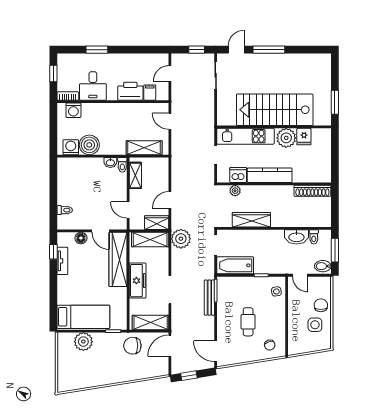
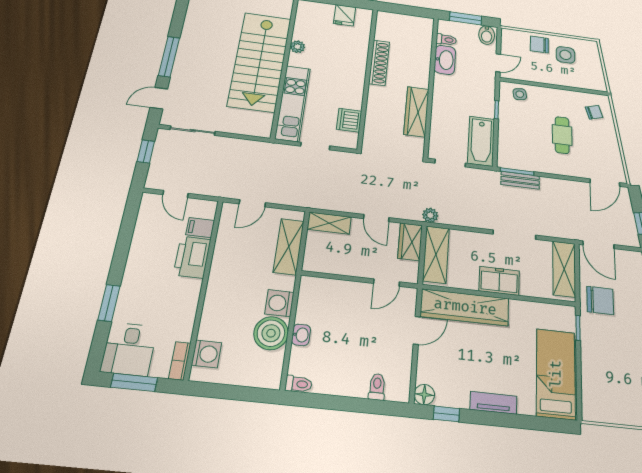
door: (236, 50) -> (159, 98), hinge flipped
window: (53, 74) -> (134, 382), width x1.50
desk: (93, 86) -> (129, 349), moved, turned 90
fridge: (304, 137) -> (345, 15), moved, turned 90
plant: (286, 138) -> (297, 47), width x0.53, depth x0.53
washing machine: (71, 147) -> (279, 303), moved
washbasin: (110, 162) -> (301, 335), moved
toilet: (122, 165) -> (299, 384), moved
shelving: (135, 175) -> (329, 223), moved
kitchen counter: (270, 175) -> (354, 80), removed
plant: (235, 191) -> (372, 127), removed
shoe rack: (312, 191) -> (379, 63), moved
floor lamp: (81, 238) -> (424, 395), moved
plant: (181, 239) -> (430, 215), width x0.53, depth x0.53
tv unit: (62, 261) -> (493, 403), moved
freezer: (138, 281) -> (499, 281), width x0.71
bench: (209, 298) -> (520, 180), width x0.73
cafe table: (248, 322) -> (562, 135), turned 90
plant: (83, 342) -> (596, 378), removed
chair: (132, 346) -> (600, 300), turned -90

